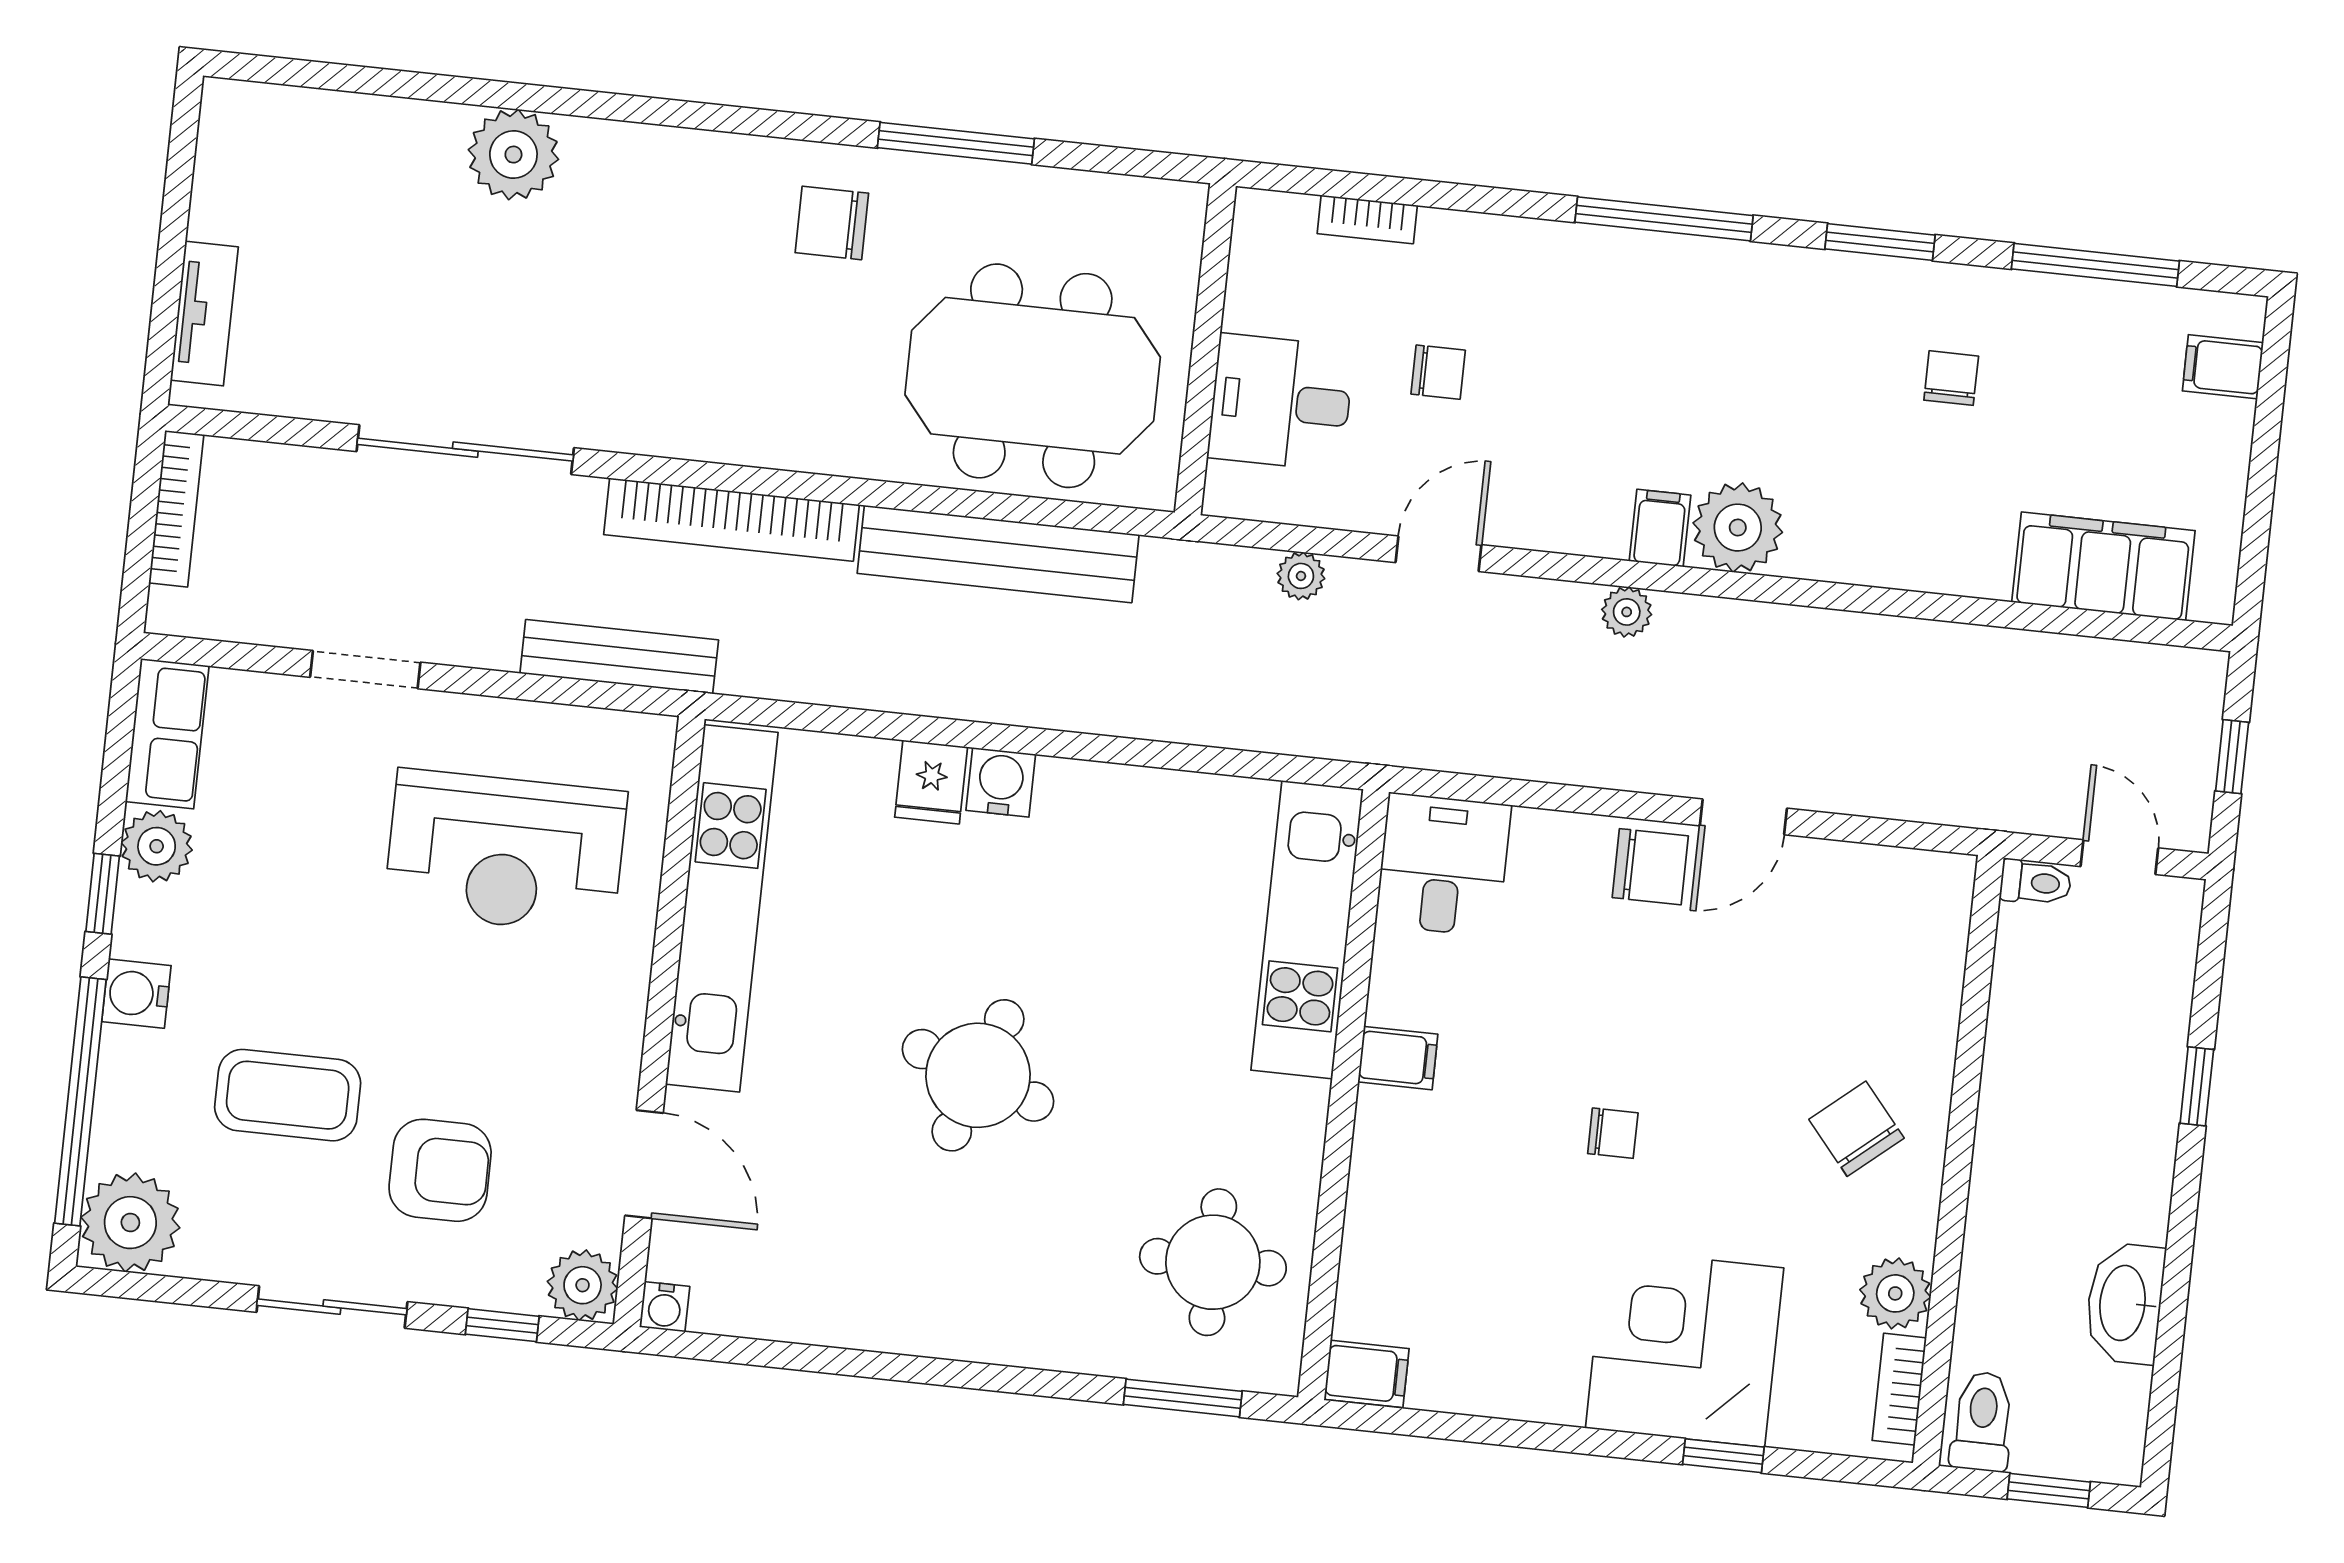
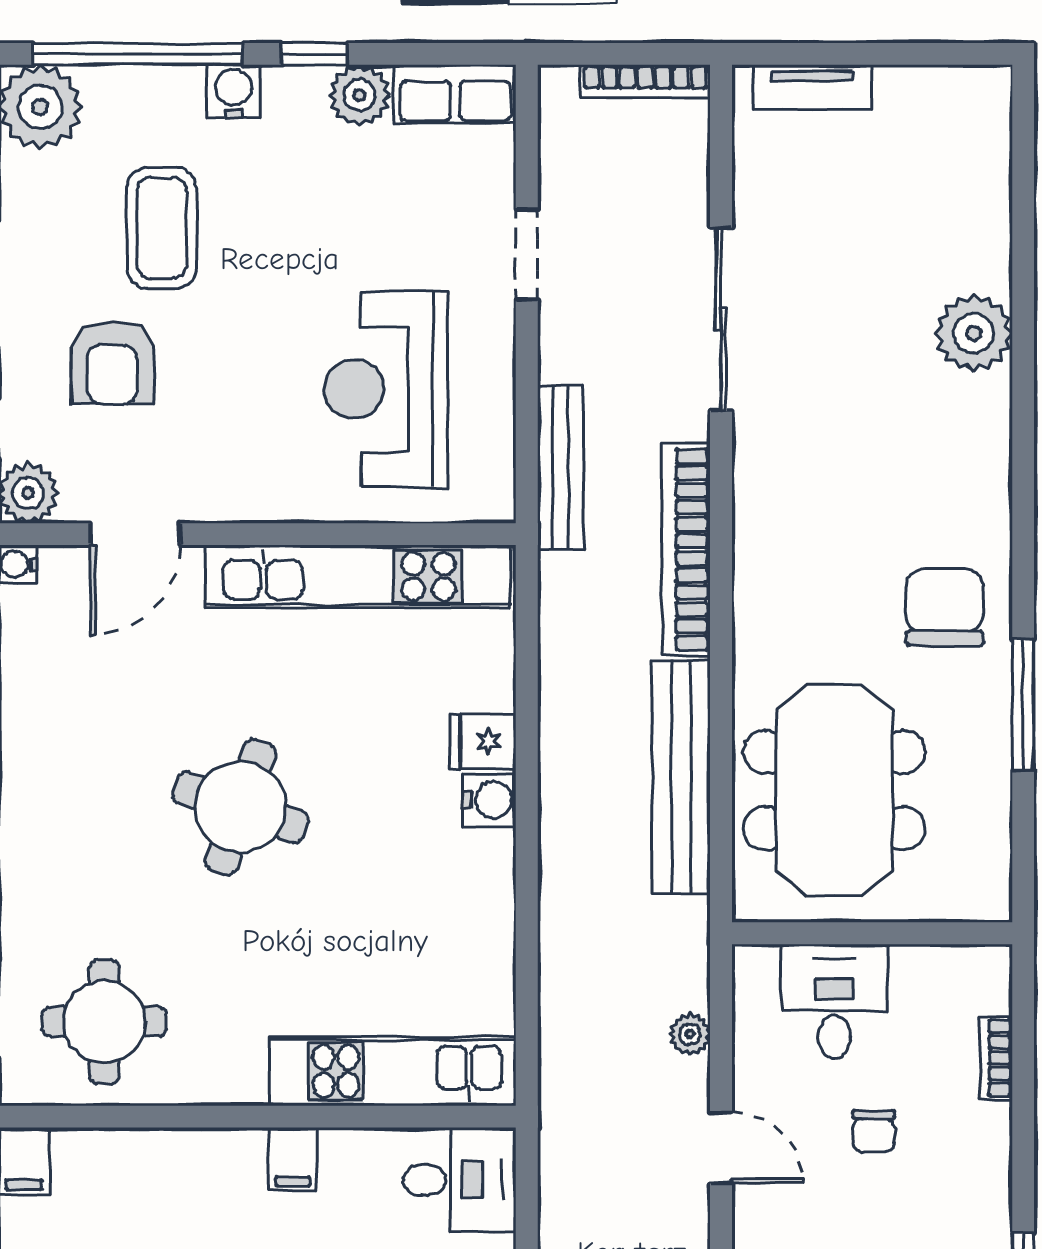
chair: (832, 223) -> (945, 608), width x1.37, depth x1.37

